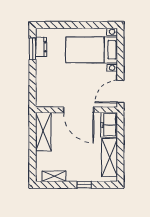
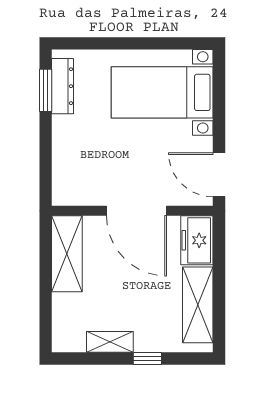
dresser: (41, 47) -> (63, 86), width x1.44
door: (120, 92) -> (219, 175), hinge flipped
shelving: (54, 176) -> (110, 342), moved

